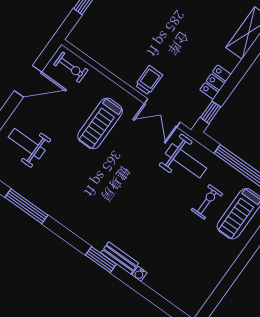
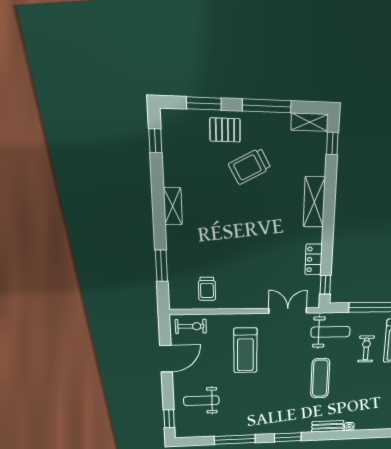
trolley: (149, 80) -> (207, 289), moved, turned 180
double door: (162, 113) -> (288, 311), swing flipped
exercise mat: (146, 201) -> (320, 378), added
window: (101, 260) -> (288, 437), moved

